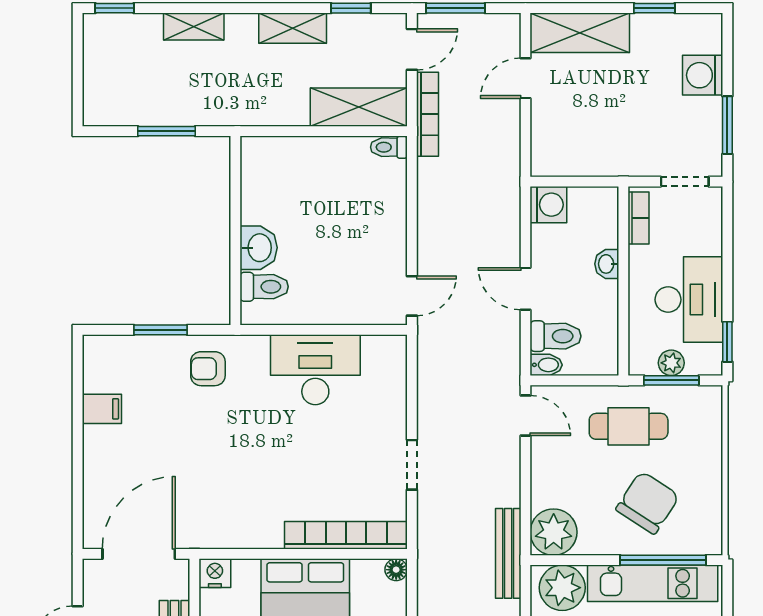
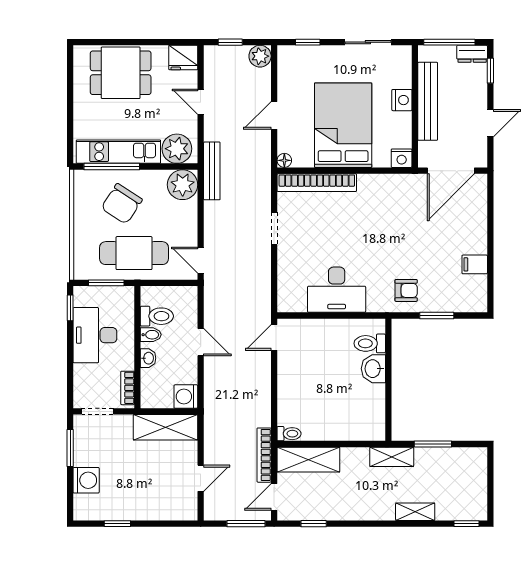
shelving: (293, 28) -> (392, 457), moved
shelving: (580, 33) -> (165, 427), moved
toilet: (556, 336) -> (157, 316), moved, turned 180
plant: (671, 363) -> (106, 294), removed
bidet: (546, 365) -> (151, 335), moved, turned 180
cafe table: (629, 426) -> (134, 253), width x1.37, depth x1.35

